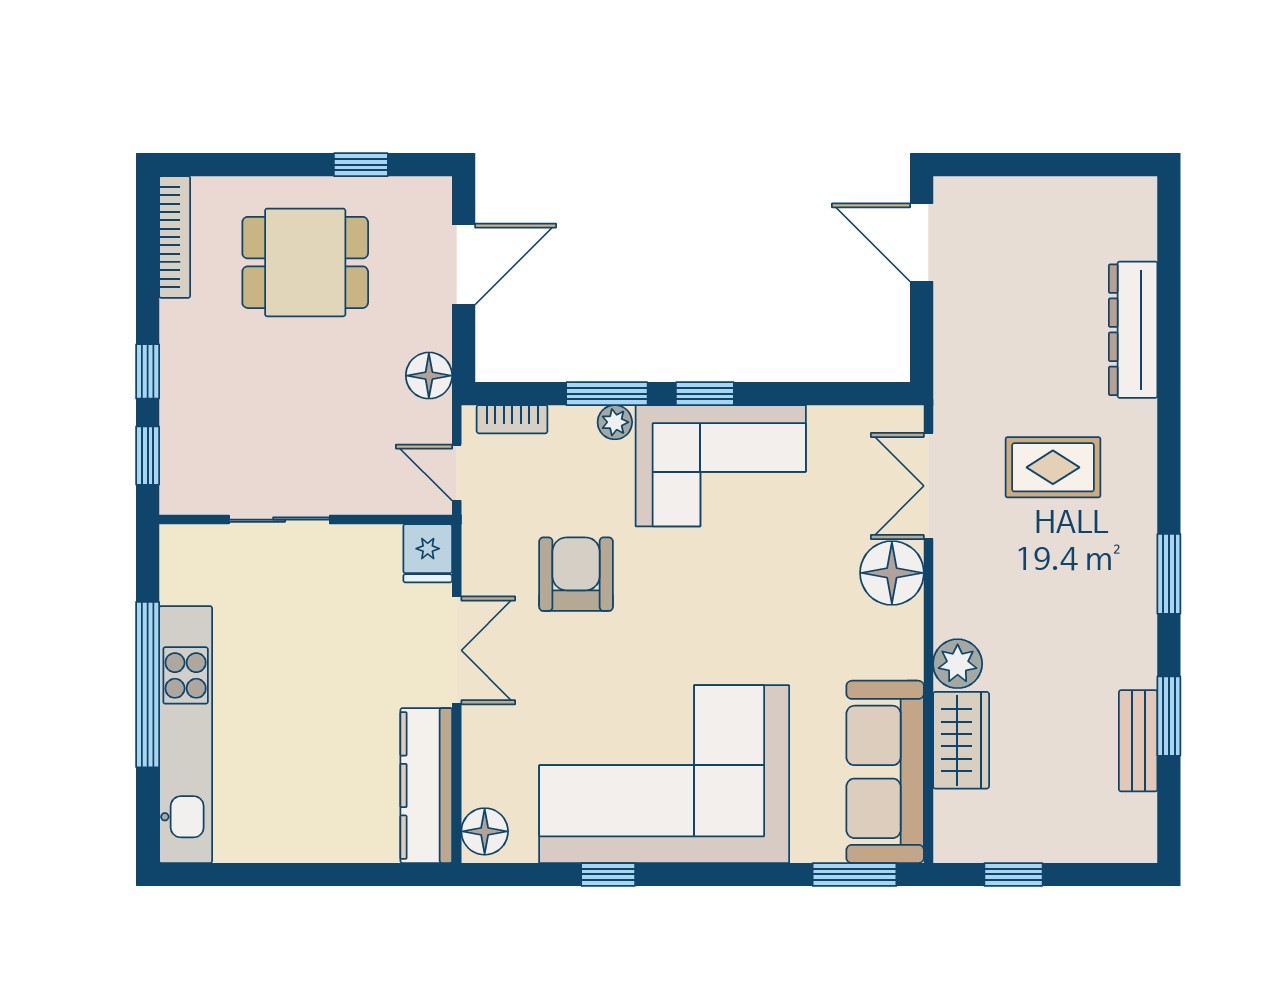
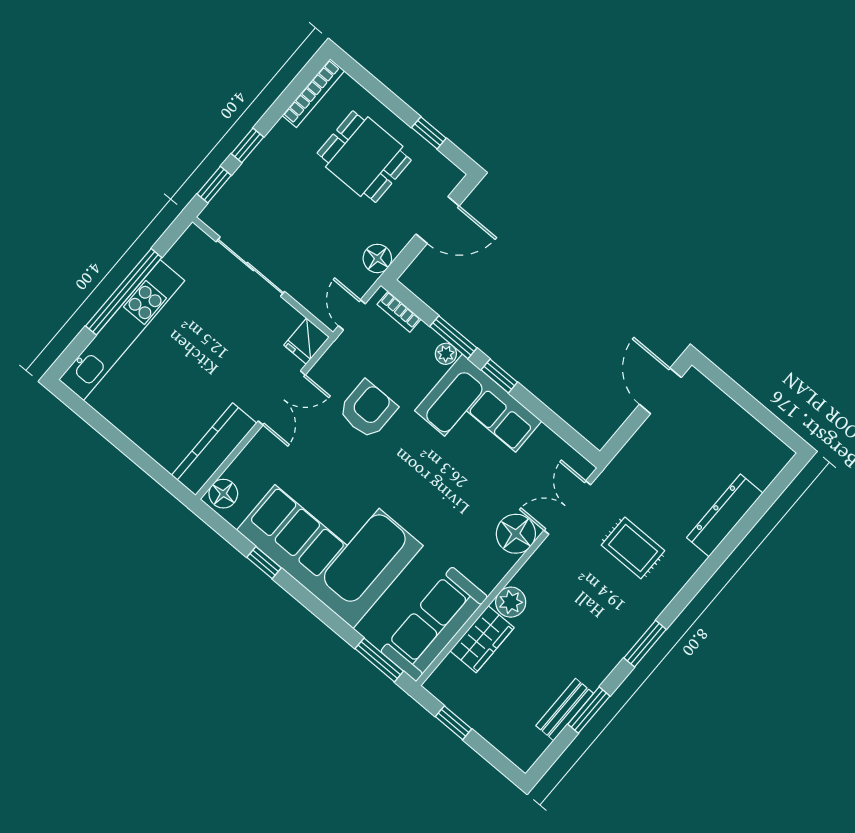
sliding door: (279, 520) -> (250, 267), width x1.37

